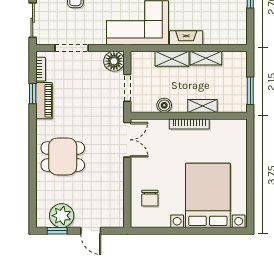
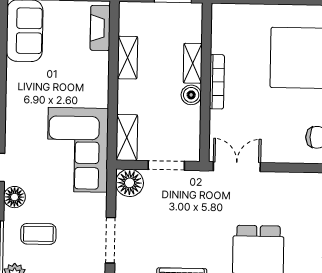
fireplace: (186, 38) -> (100, 28), moved
shelving: (172, 59) -> (127, 137), moved
boiler: (164, 105) -> (191, 95), moved

